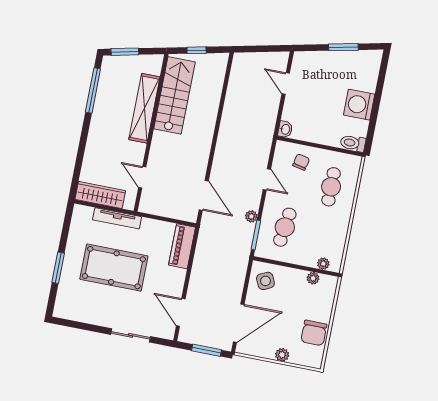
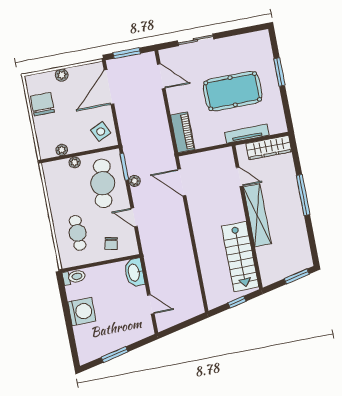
window: (93, 91) -> (303, 195), moved
shelving: (144, 108) -> (257, 215), moved
washbasin: (285, 129) -> (134, 273), width x1.91, depth x1.45
cafe table: (285, 227) -> (103, 183), width x1.37, depth x1.35
plant: (323, 264) -> (75, 162), moved

